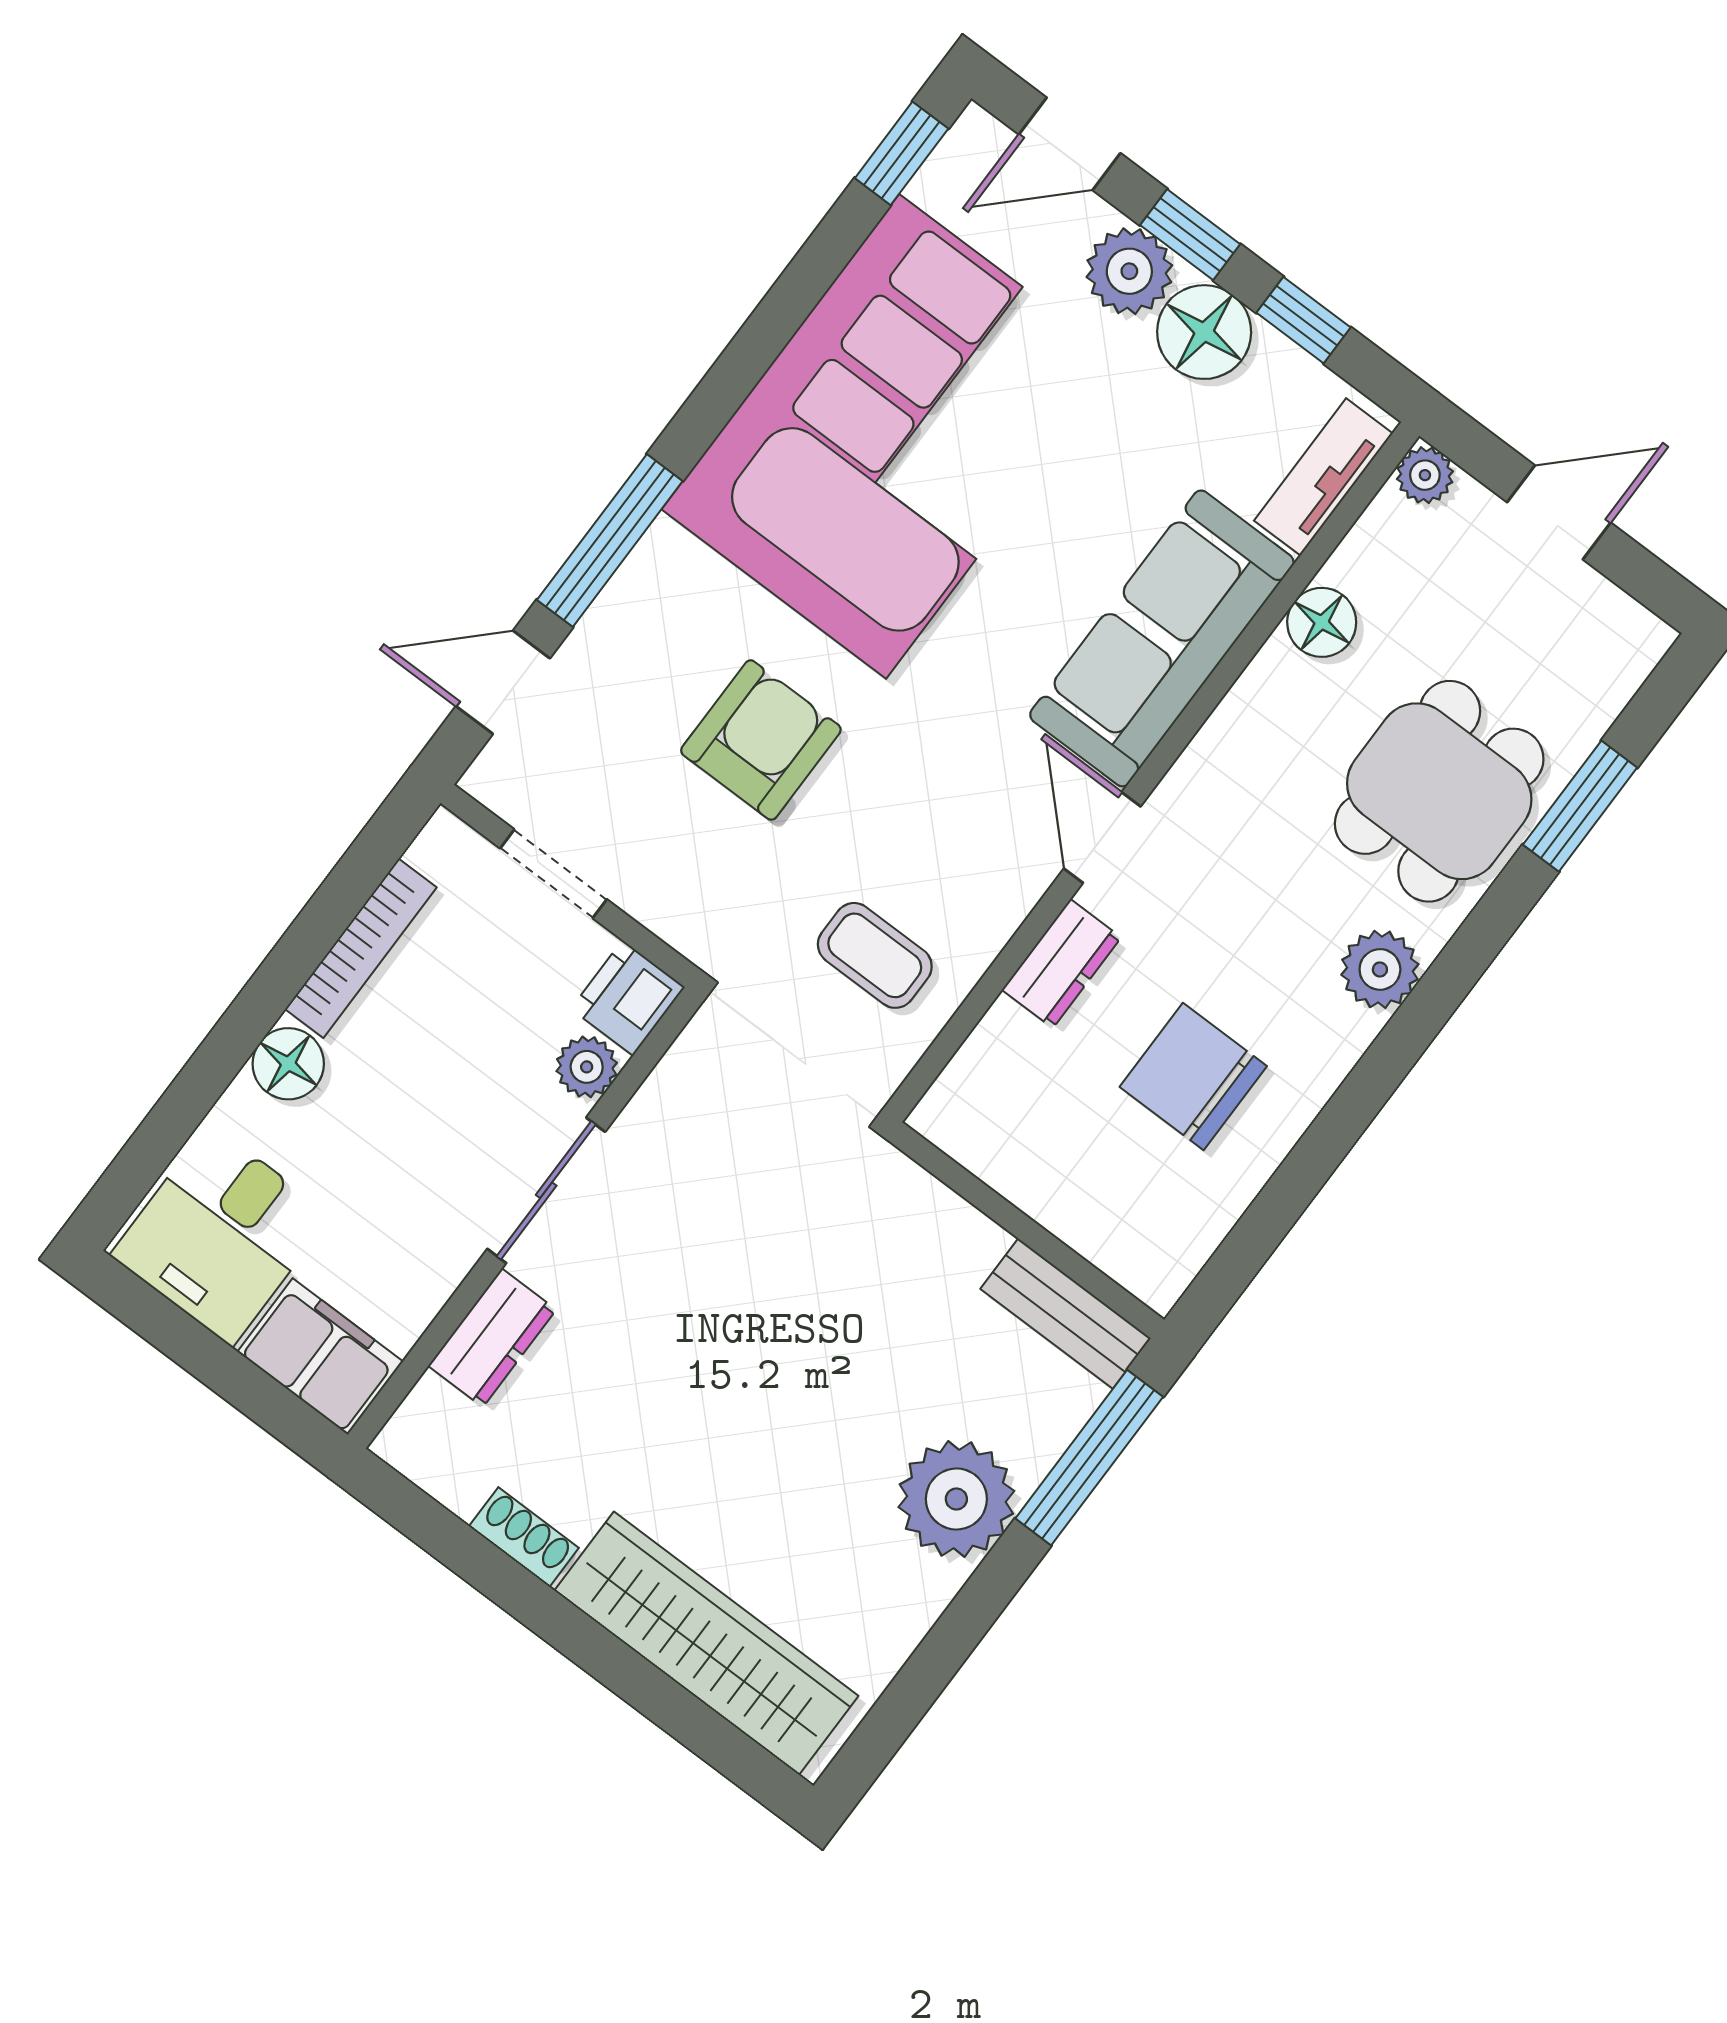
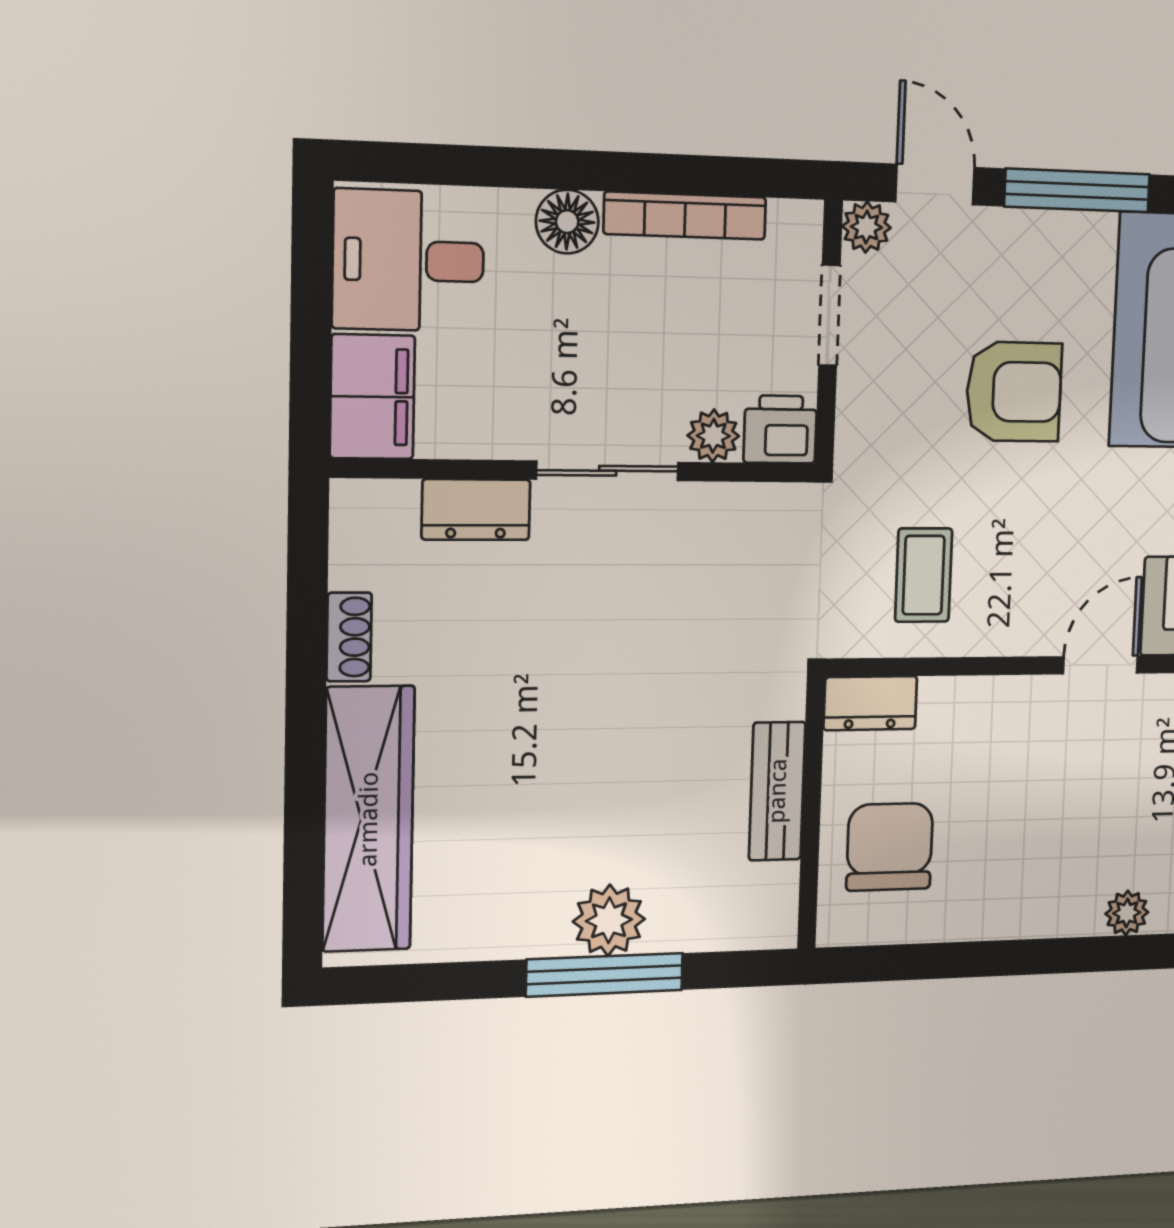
plant: (495, 779) -> (866, 227), added
dresser: (1062, 964) -> (870, 703), moved
plant: (1380, 969) -> (1127, 913), width x0.73, depth x0.73
chair: (1193, 1076) -> (890, 847), moved
bench: (1066, 1313) -> (777, 791), moved
window: (1089, 1458) -> (605, 975), moved
plant: (956, 1499) -> (609, 920), width x0.73, depth x0.73

